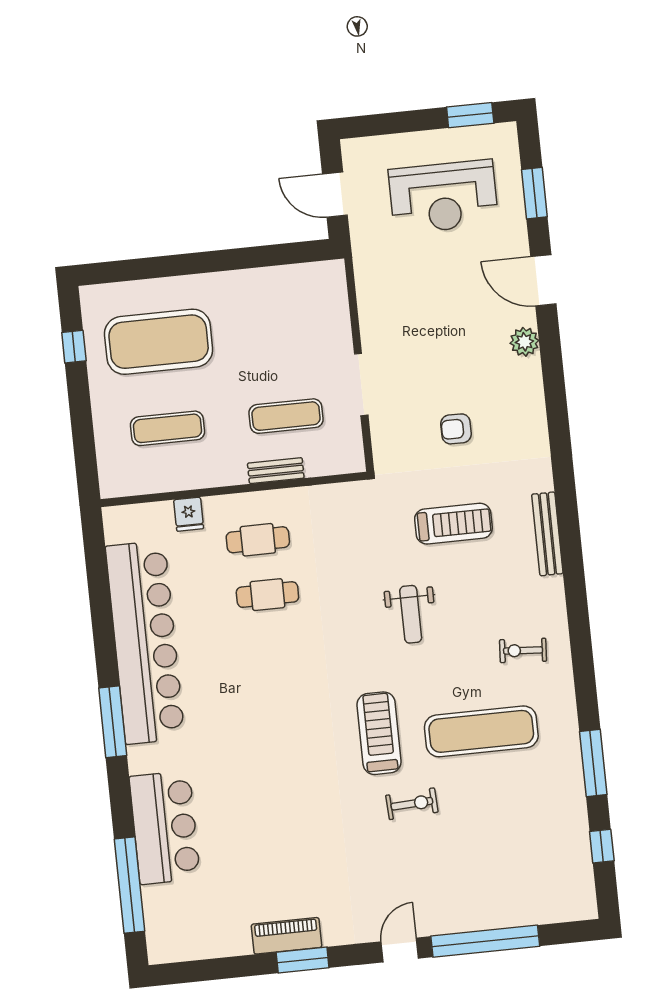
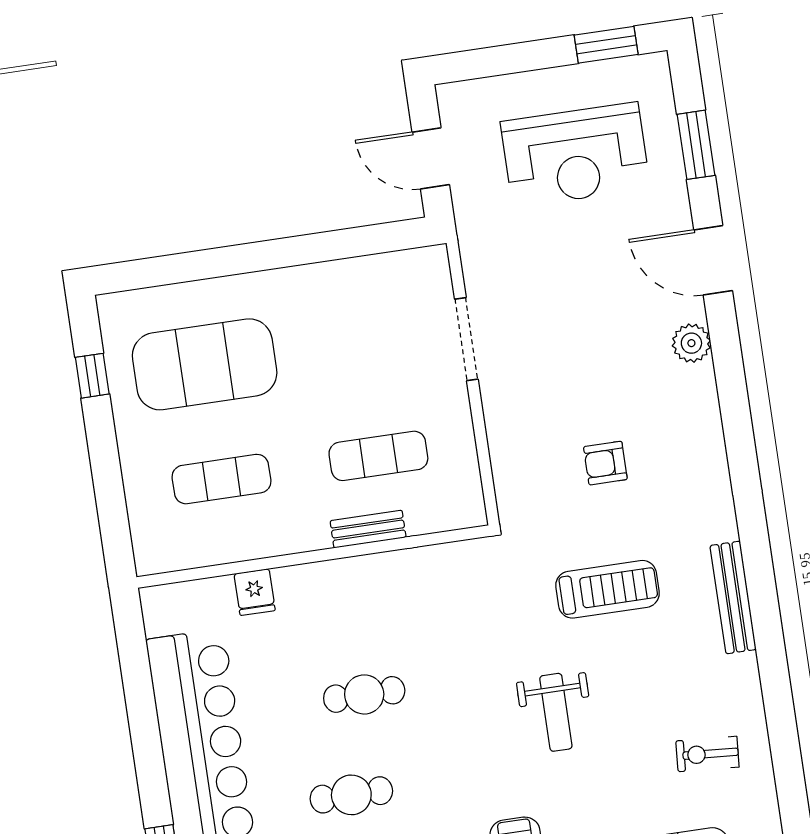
doorway: (361, 384) -> (466, 339), moved
cafe table: (258, 540) -> (351, 795), moved

